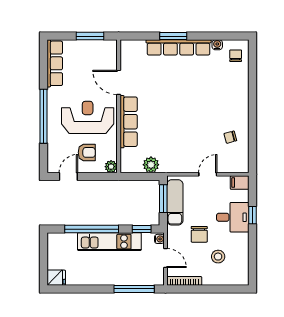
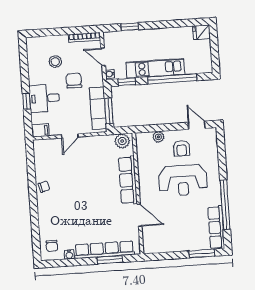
window: (90, 36) -> (202, 253), moved
door: (119, 82) -> (139, 215), moved
wall: (119, 106) -> (138, 194), moved
window: (43, 116) -> (225, 205), moved
row of seats: (129, 122) -> (128, 180), moved
chair: (230, 137) -> (44, 187), moved
armchair: (87, 152) -> (182, 148), turned -90
door: (68, 176) -> (197, 125), swing flipped
window: (134, 289) -> (130, 27), width x0.46

